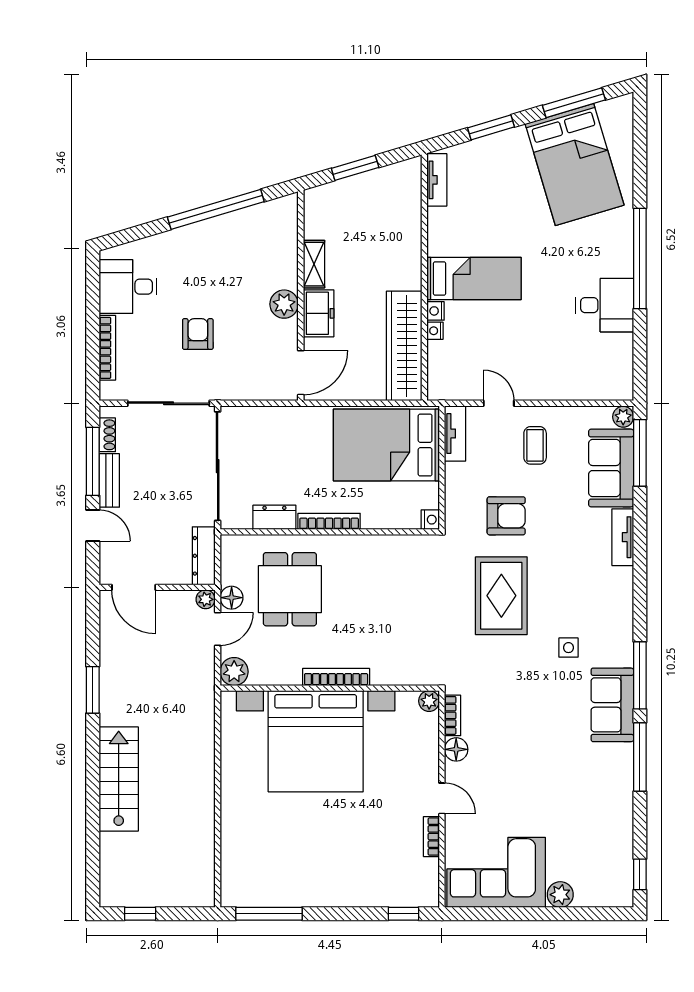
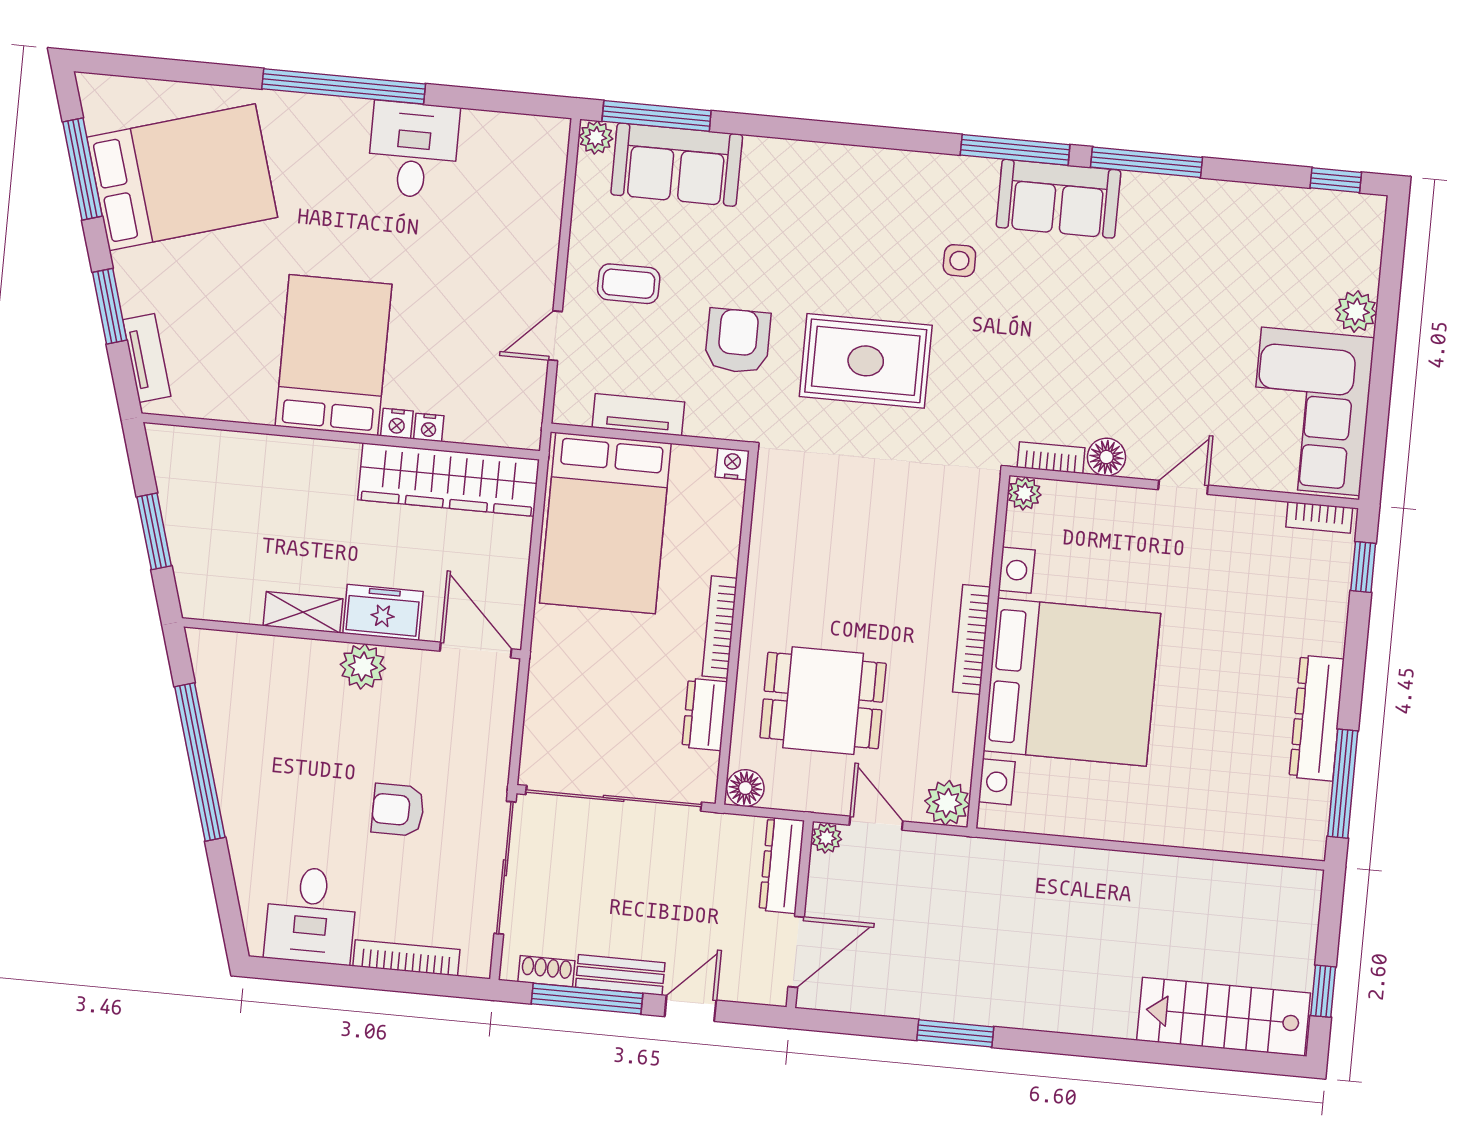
tv unit: (437, 180) -> (147, 358), moved, turned 73
bed: (474, 279) -> (333, 355), width x1.50
tv unit: (455, 433) -> (638, 415), moved
tv unit: (623, 537) -> (790, 156), removed
dresser: (204, 556) -> (782, 865), moved, turned 90
floor lamp: (232, 598) -> (745, 788), moved
stairs: (119, 779) -> (1224, 1017), moved
bookcase: (431, 837) -> (1319, 517), moved
dresser: (308, 894) -> (1317, 718), added

